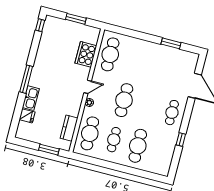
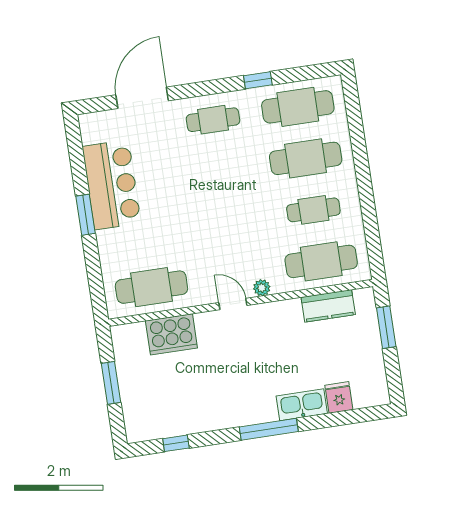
window: (40, 25) -> (176, 443), moved
window: (171, 43) -> (86, 215), moved
bar counter: (162, 56) -> (112, 185), added
cafe table: (124, 100) -> (298, 107), moved

